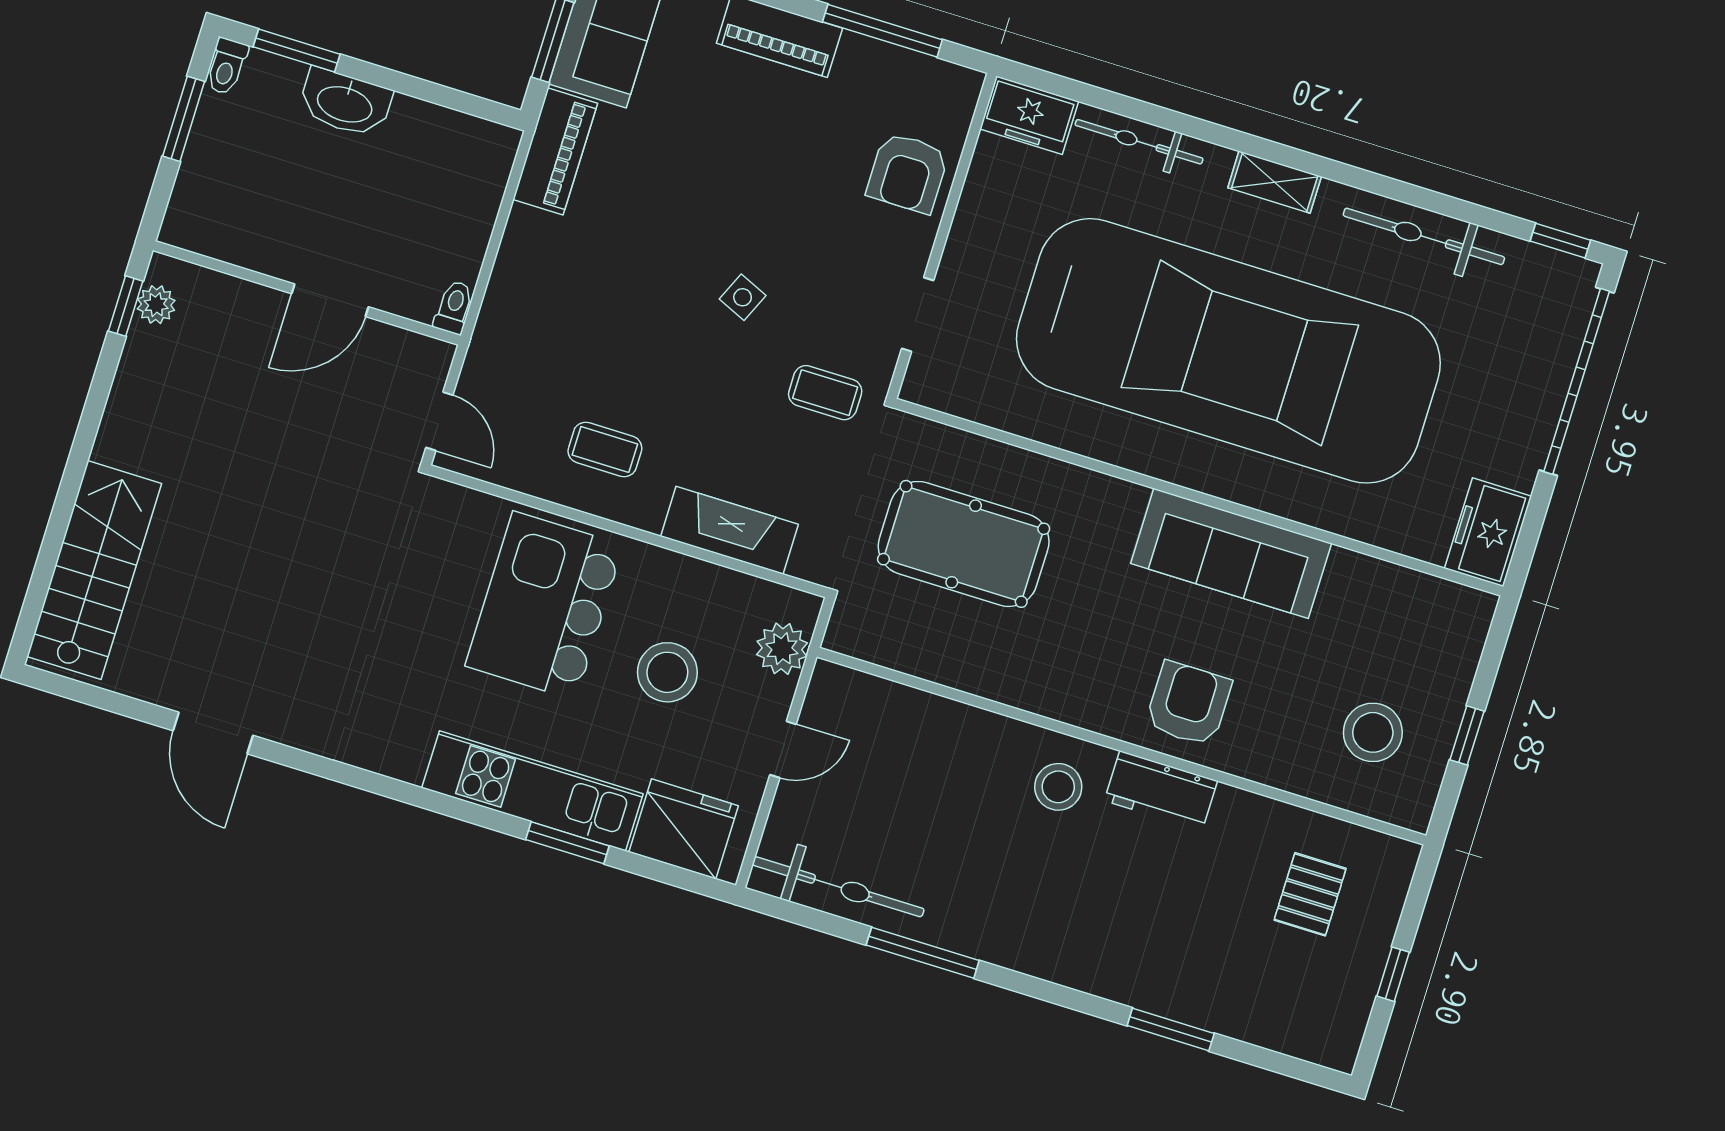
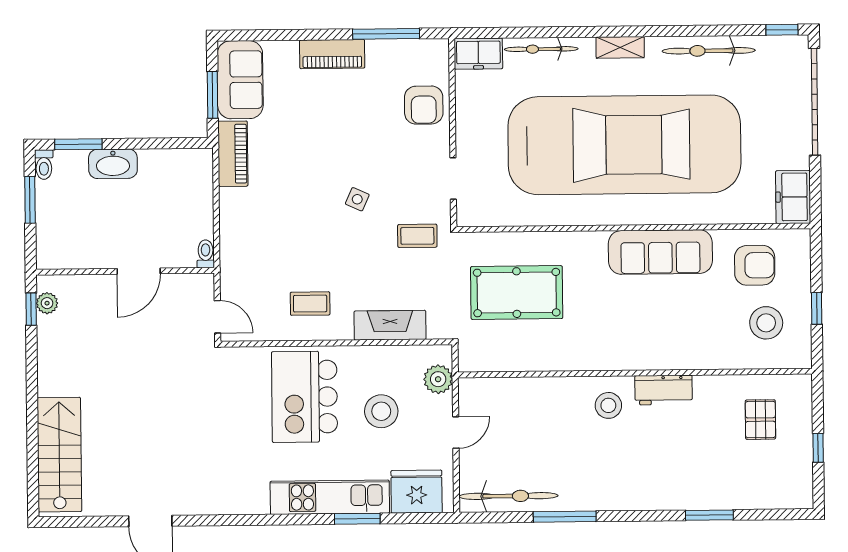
armchair: (1188, 704) -> (755, 265), moved, turned 90

